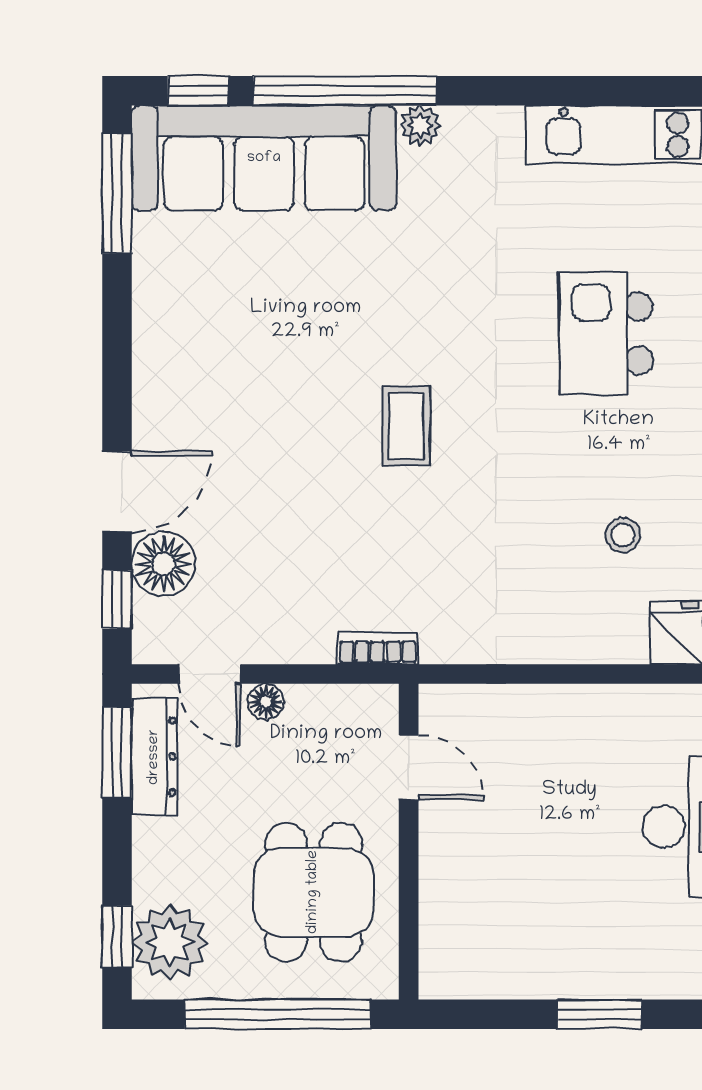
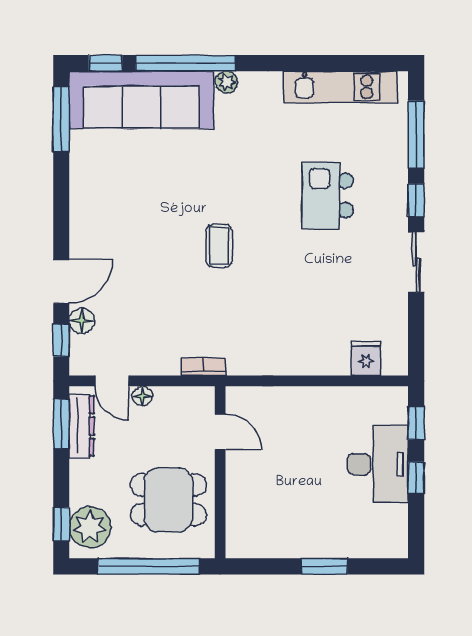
stool: (623, 535) -> (337, 305), removed
floor lamp: (163, 564) -> (82, 321), width x0.73, depth x0.73
dining table: (313, 892) -> (168, 500), turned 90

